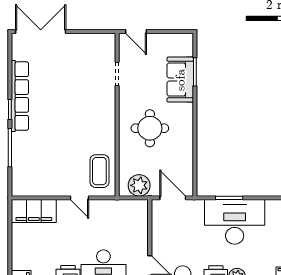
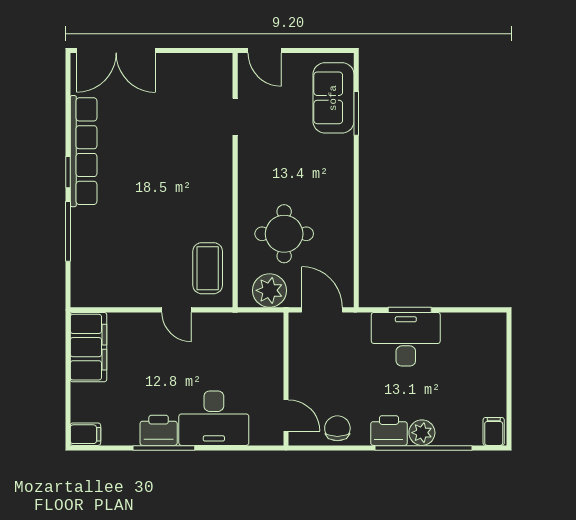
double door: (41, 32) -> (116, 51), swing flipped
sofa: (180, 80) -> (333, 98), moved
round table: (150, 128) -> (284, 234), moved
filing cabinet: (34, 211) -> (88, 347), moved, turned -90
desk: (235, 222) -> (406, 339), width x0.73, depth x0.77

